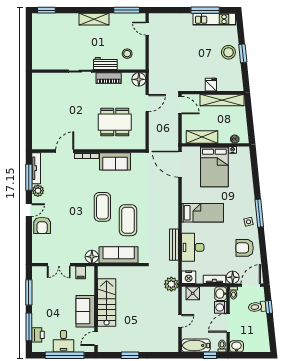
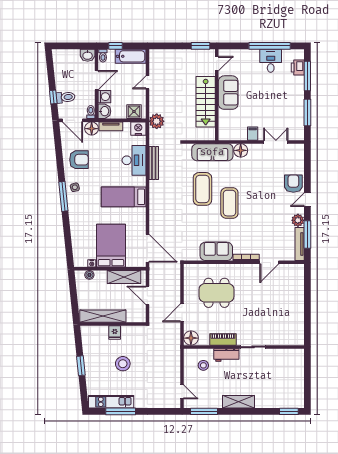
stool: (228, 52) -> (123, 364), moved
door: (180, 105) -> (147, 295), moved
door: (251, 285) -> (73, 120), hinge flipped
stairs: (107, 303) -> (206, 102), moved
wall: (96, 309) -> (217, 95), moved
sofa: (85, 311) -> (228, 93), moved
door: (96, 339) -> (217, 64), moved

